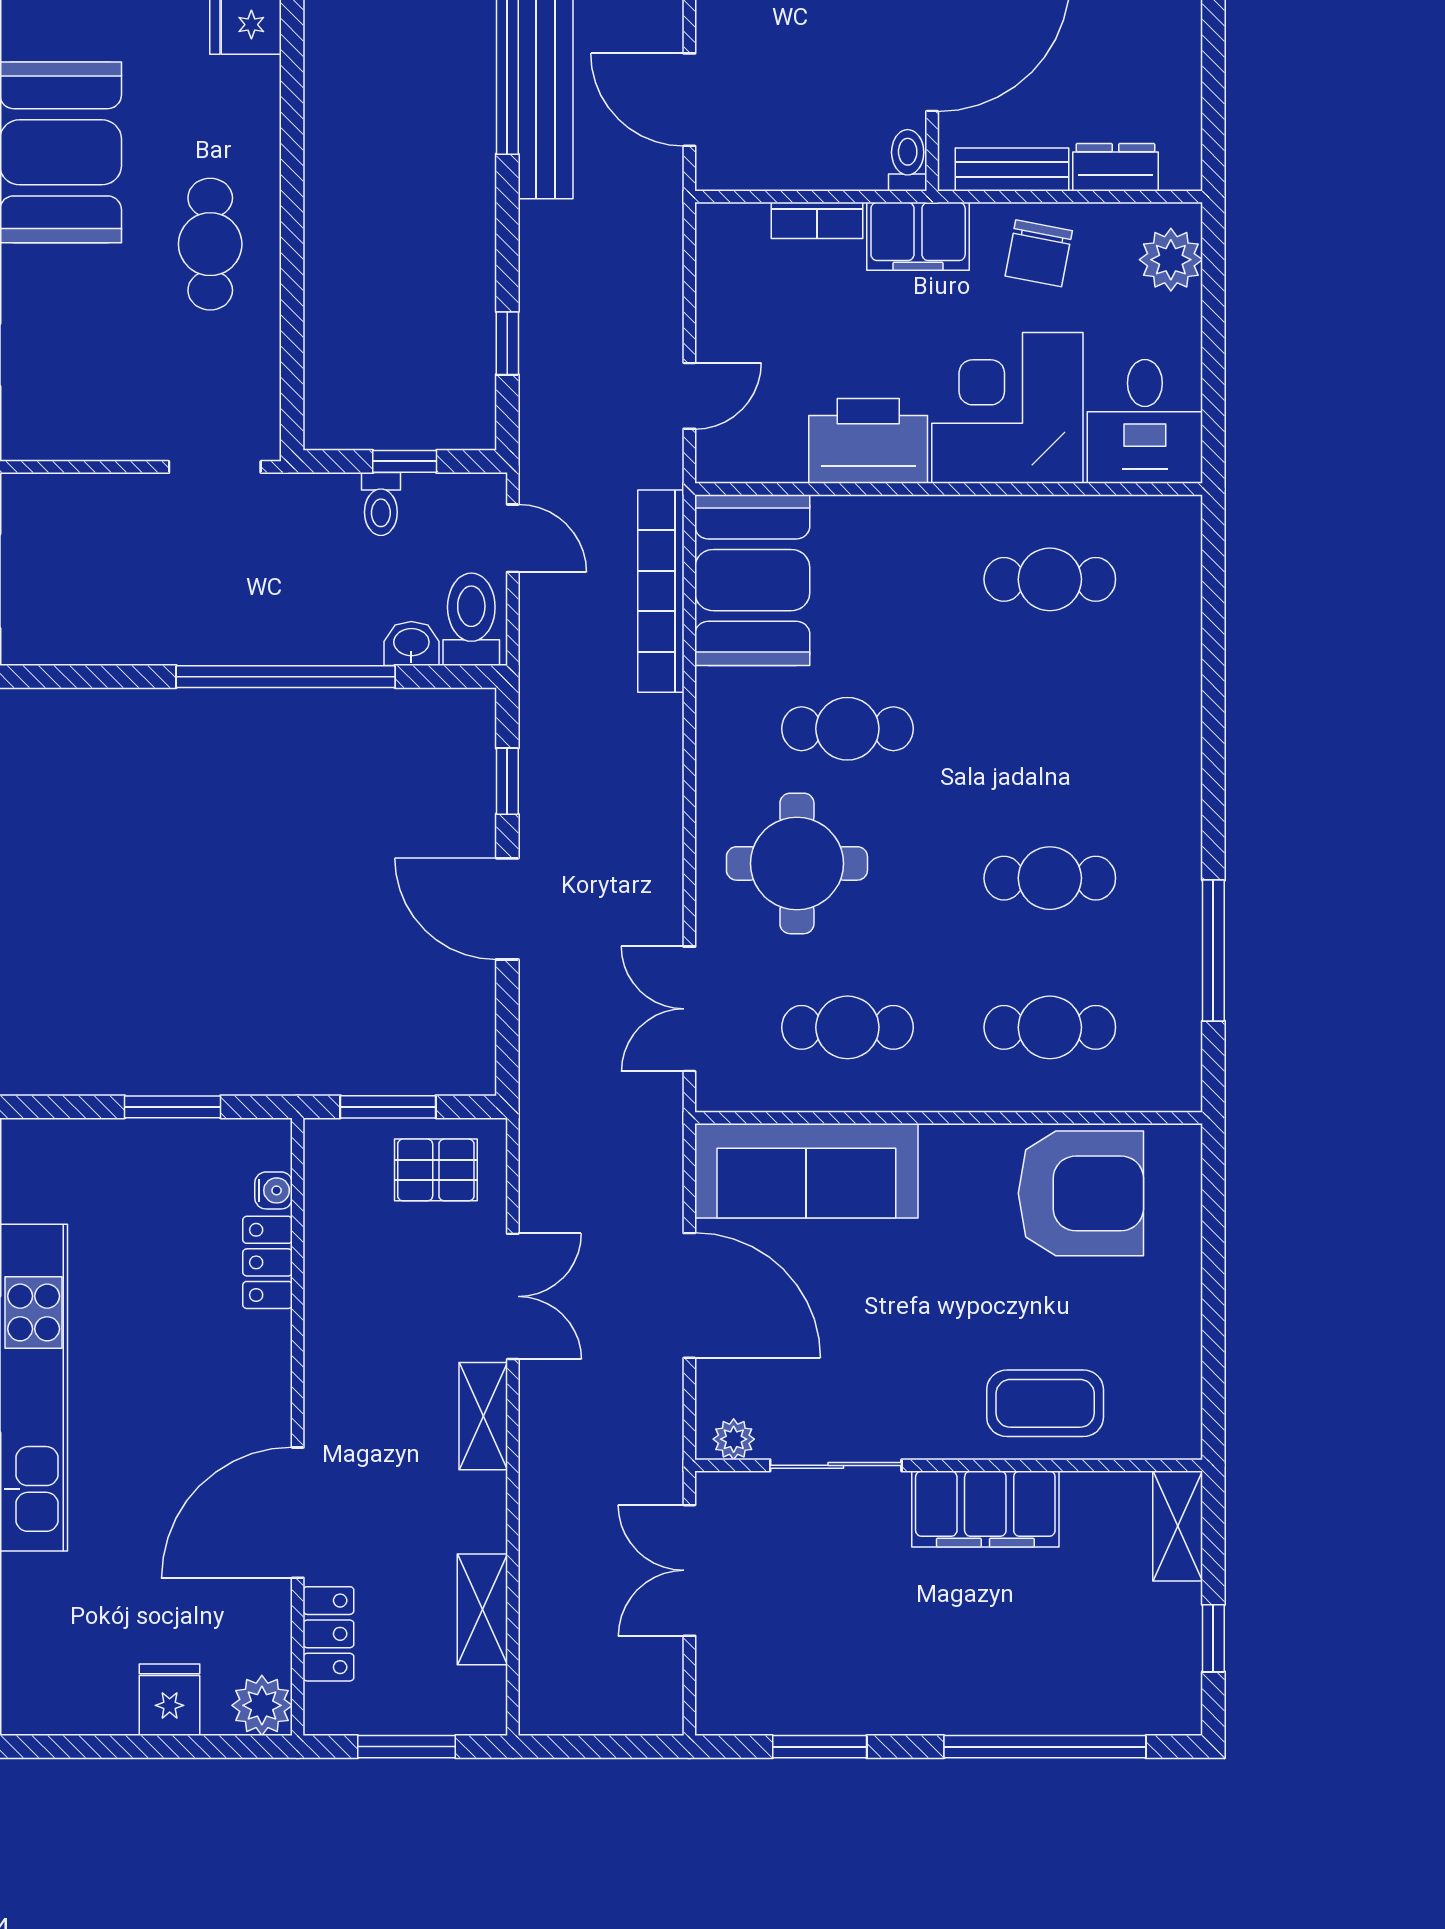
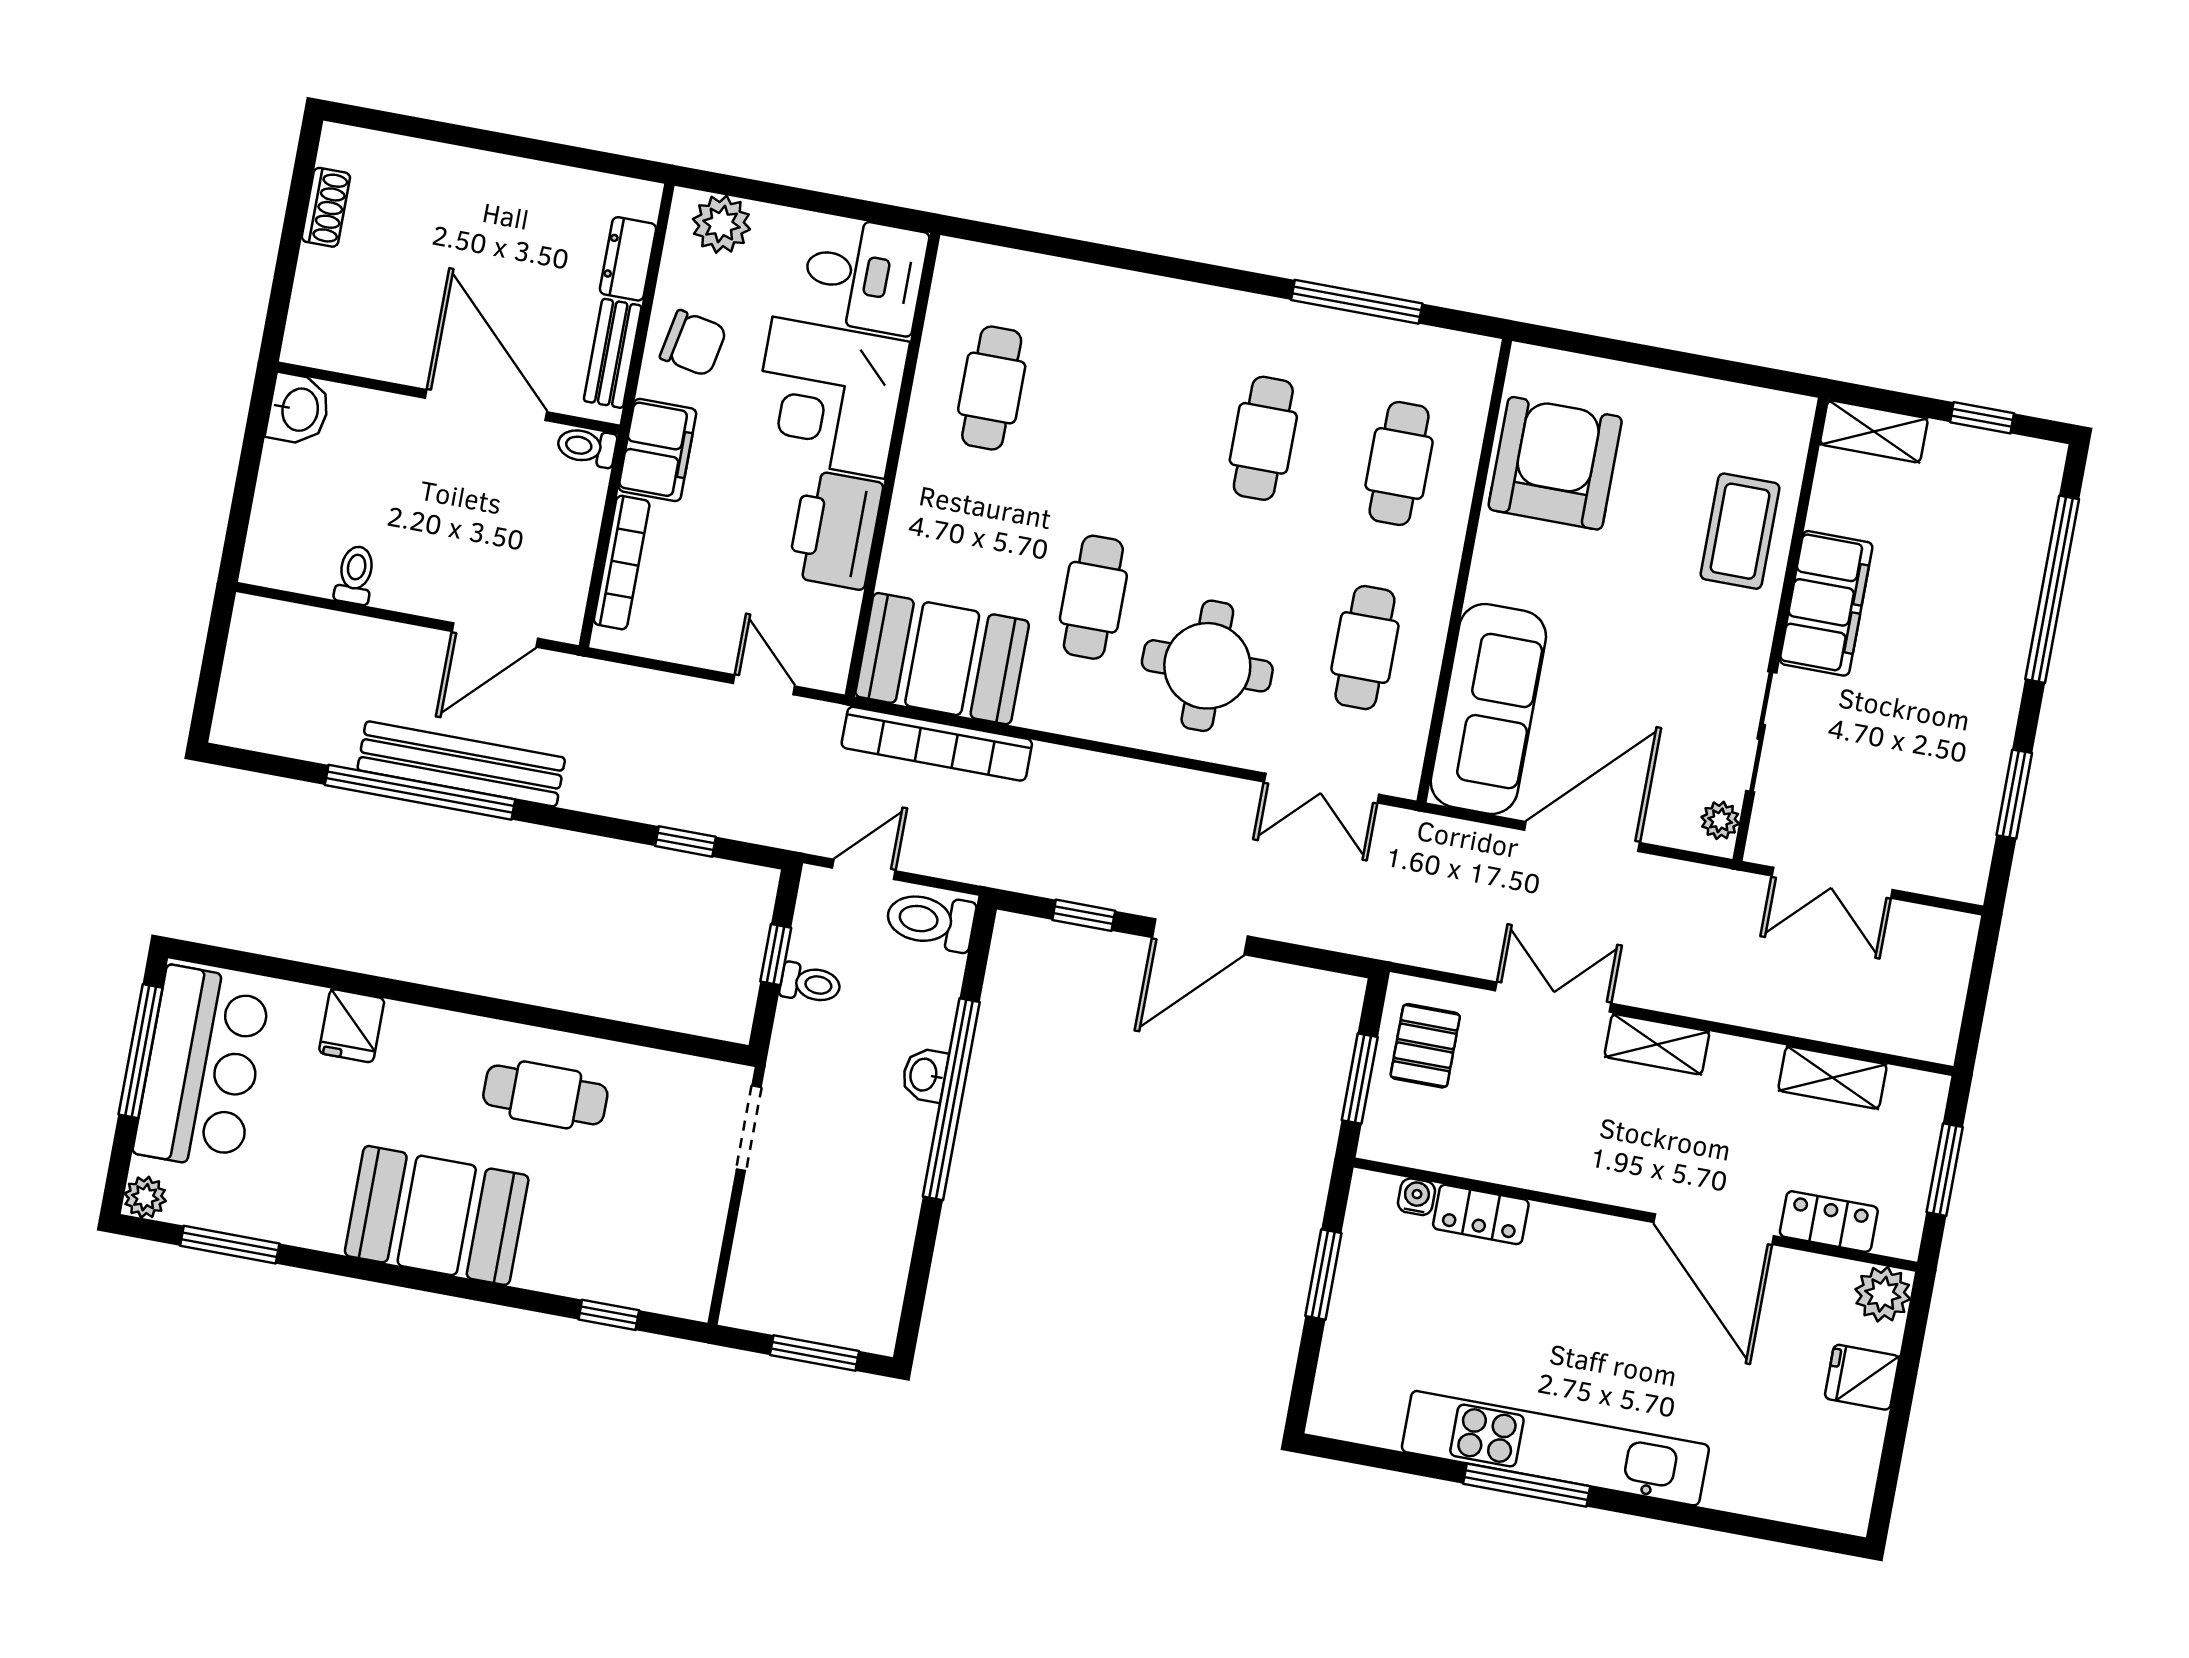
bookcase: (817, 220) -> (622, 563), width x1.56
washbasin: (411, 643) -> (925, 1075), moved

